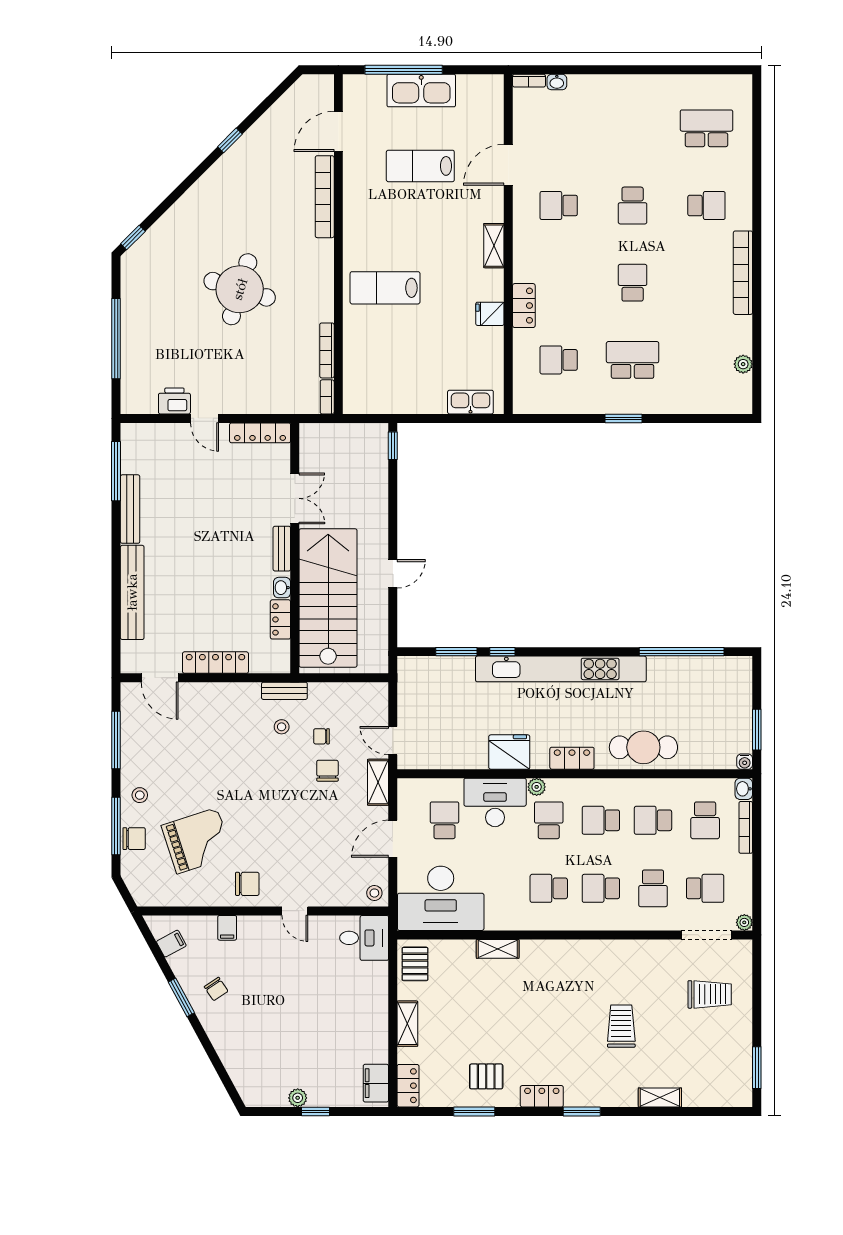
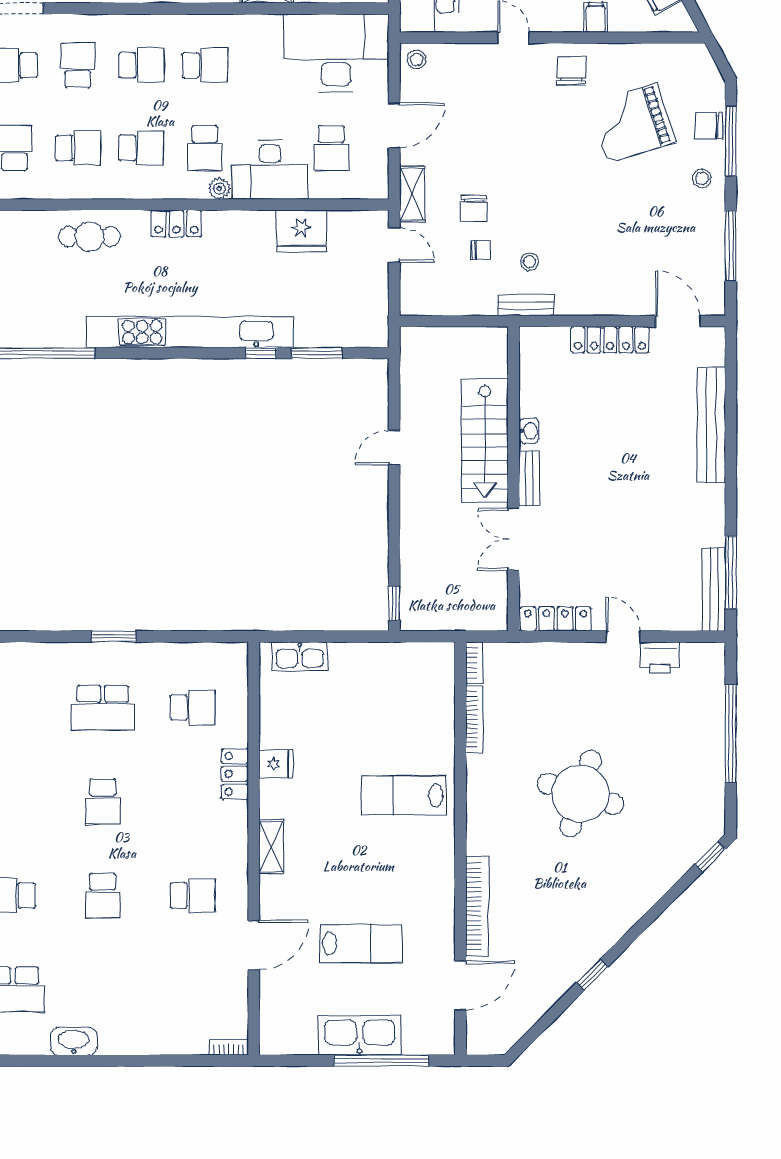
washbasin: (557, 82) -> (74, 1041), moved, width x1.91, depth x1.45
school desk: (633, 206) -> (103, 895), turned 180
lab bench: (385, 288) -> (404, 795), turned 180
bench: (130, 509) -> (714, 589), moved
stairs: (328, 598) -> (485, 441), width x0.73, depth x0.66
locker: (280, 619) -> (531, 392), removed
cafe table: (643, 747) -> (89, 237), width x0.73, depth x0.74
fridge: (509, 752) -> (301, 231), moved
chair: (247, 884) -> (571, 71), turned 90

